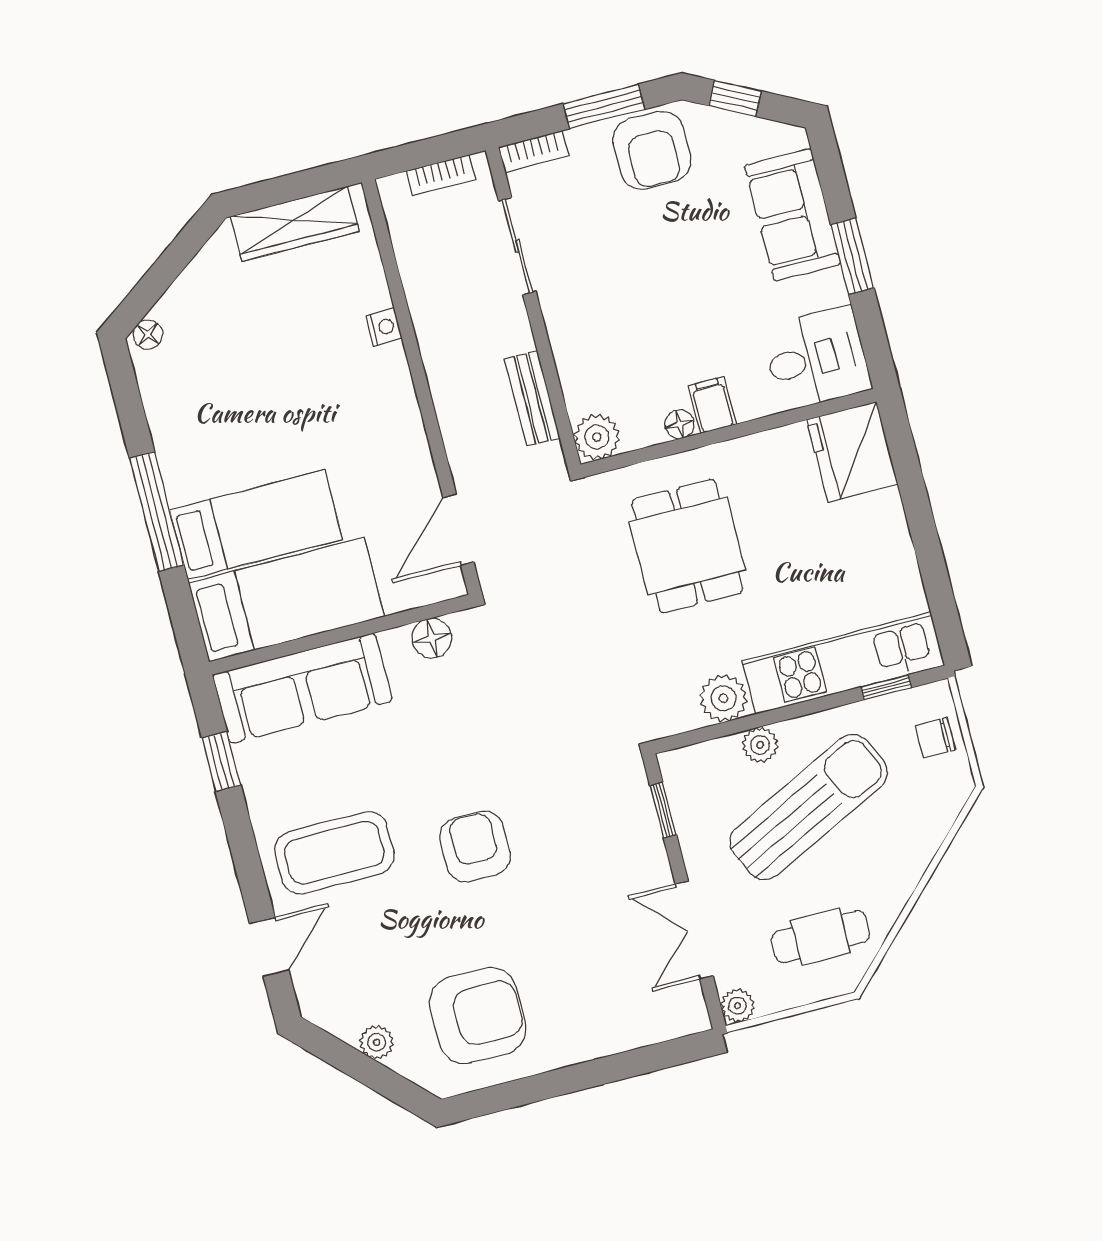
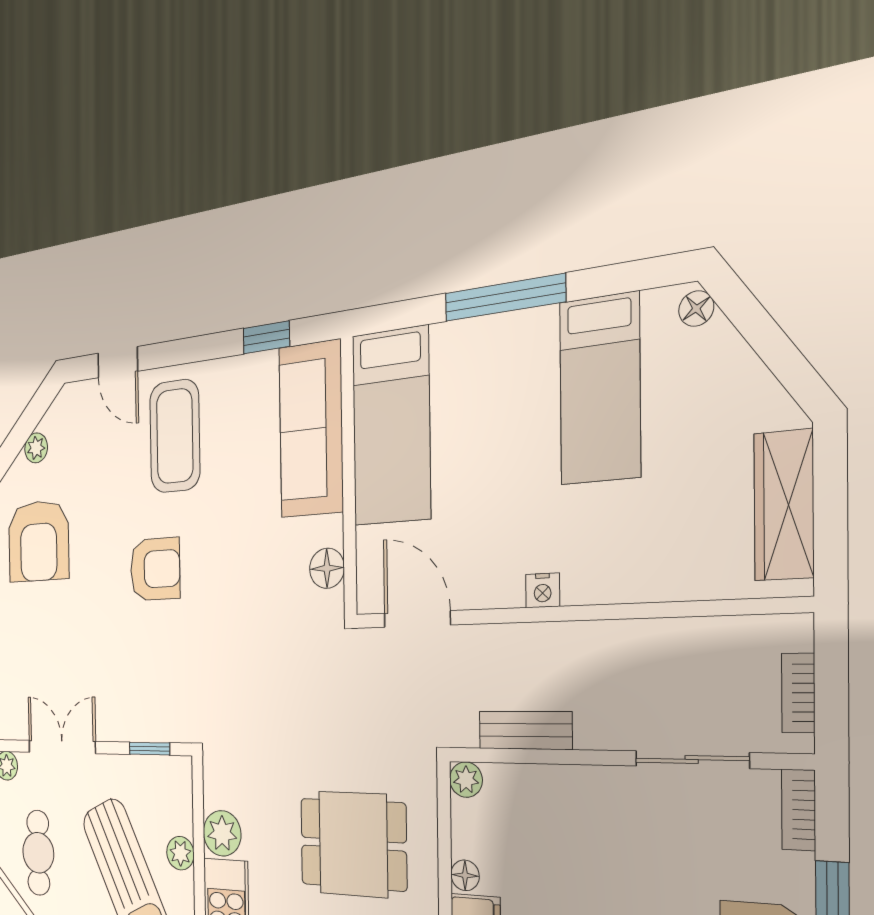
nightstand: (384, 327) -> (543, 590), moved
plant: (597, 437) -> (466, 780), width x0.73, depth x0.73
bed: (256, 525) -> (600, 389), moved

